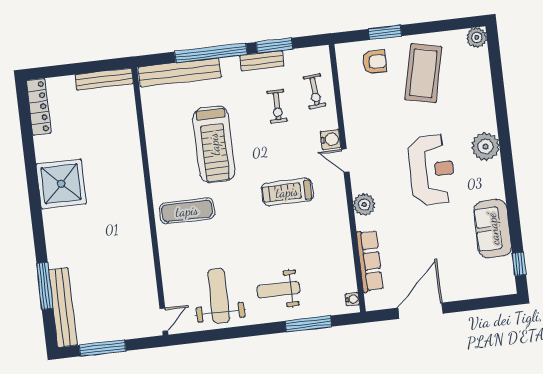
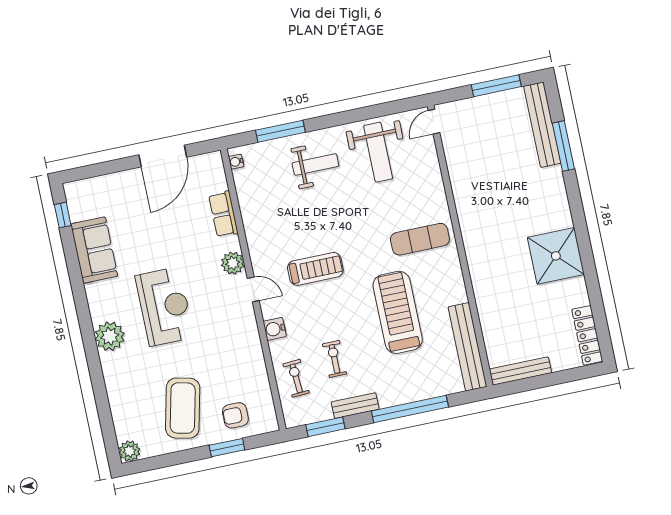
window: (274, 45) -> (325, 427), moved
bench: (180, 72) -> (467, 347), moved, turned 90
door: (345, 160) -> (253, 289), moved
reception desk: (432, 170) -> (165, 306), turned 180
row of seats: (370, 261) -> (223, 214), width x0.68

